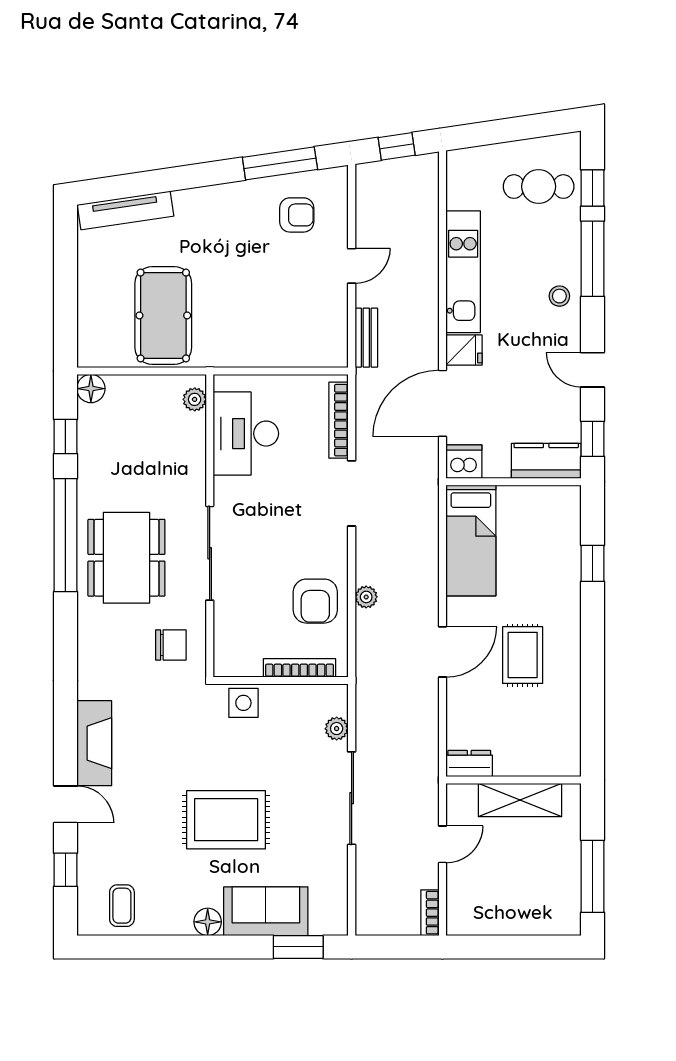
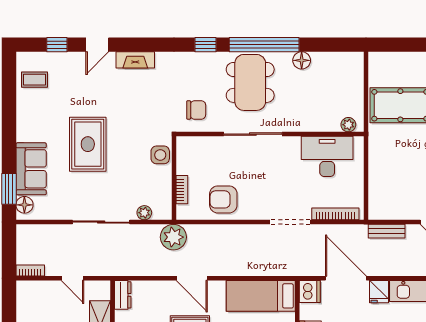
floor lamp: (91, 389) -> (302, 60), moved
window: (65, 437) -> (206, 45), moved
dining table: (126, 558) -> (250, 82), turned 90
plant: (366, 597) -> (173, 237), moved, width x1.88, depth x1.88
chair: (171, 645) -> (196, 110), turned -90
bookcase: (299, 668) -> (182, 190), width x0.64
fireplace: (94, 743) -> (135, 60), width x0.73, depth x0.76
floor lamp: (208, 922) -> (24, 205), moved

